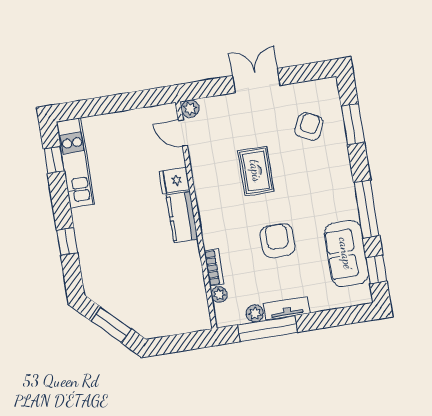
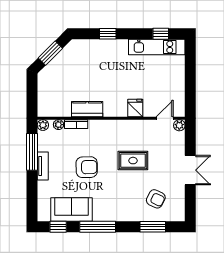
kitchen counter: (182, 217) -> (87, 109), moved
plant: (255, 313) -> (43, 125), moved

